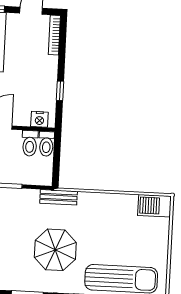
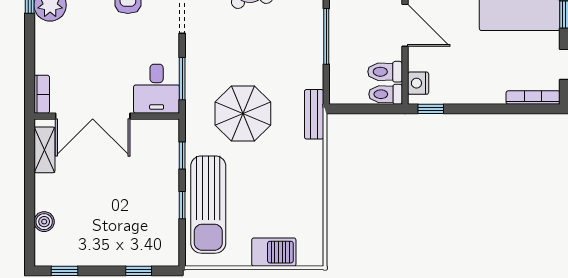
window: (60, 91) -> (431, 109), moved
barbecue: (154, 206) -> (274, 252), moved, turned 90

